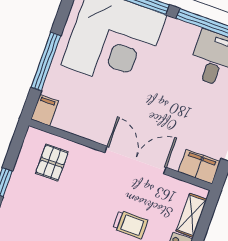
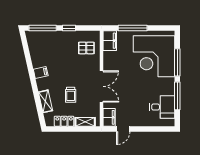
filing cabinet: (45, 110) -> (110, 41), width x2.00

